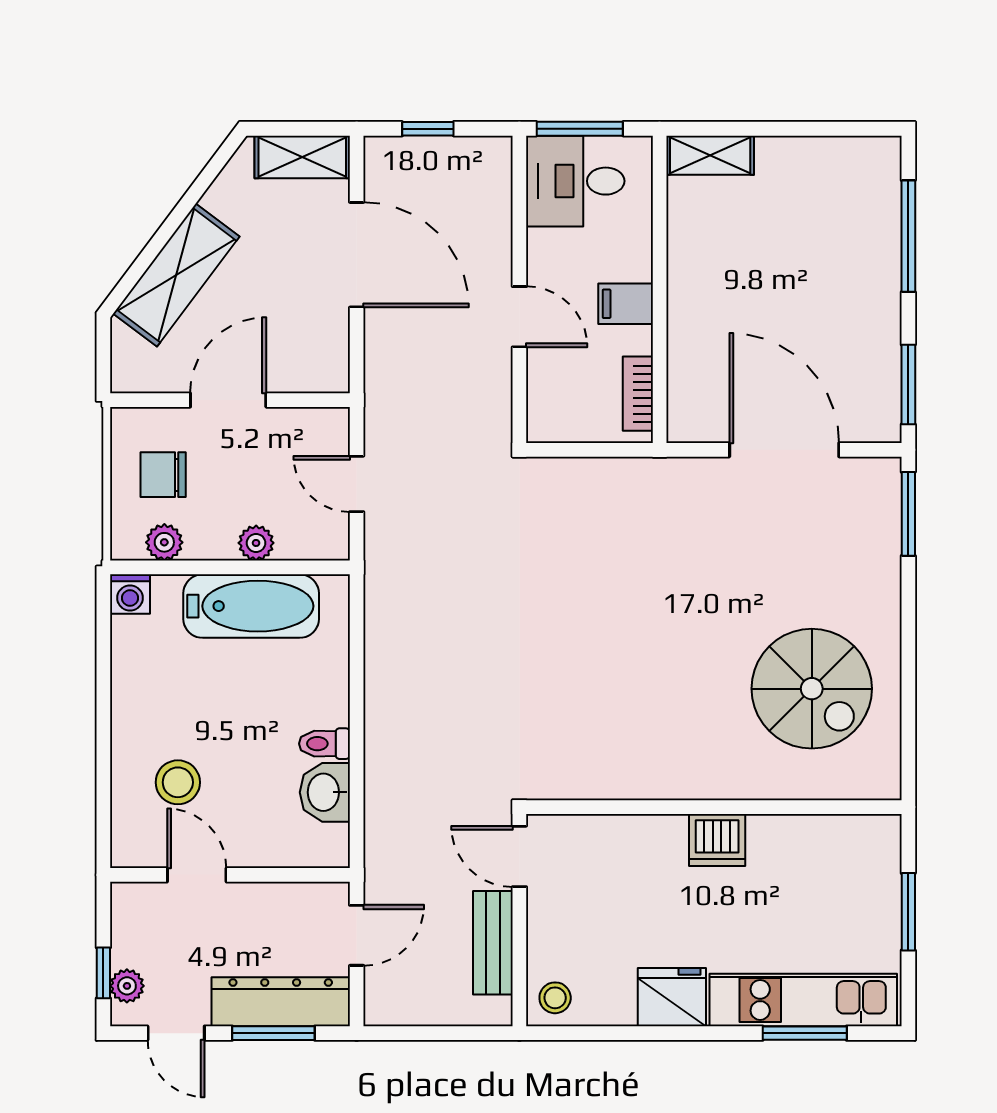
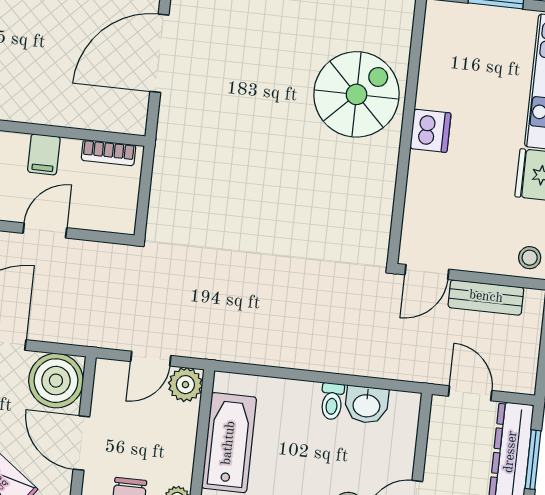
boiler: (312, 355) -> (56, 381), added
plant: (256, 543) -> (185, 385), moved, width x1.38, depth x1.38
spiral stairs: (812, 689) -> (356, 94), moved

